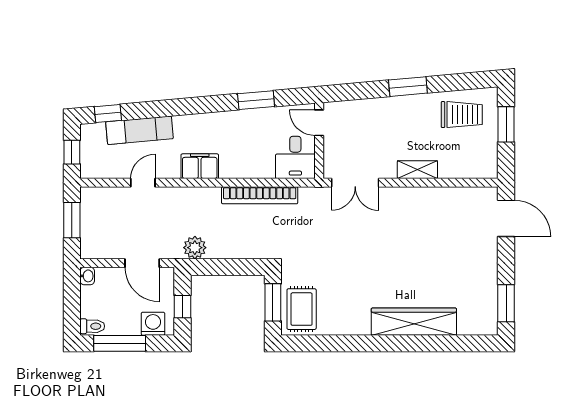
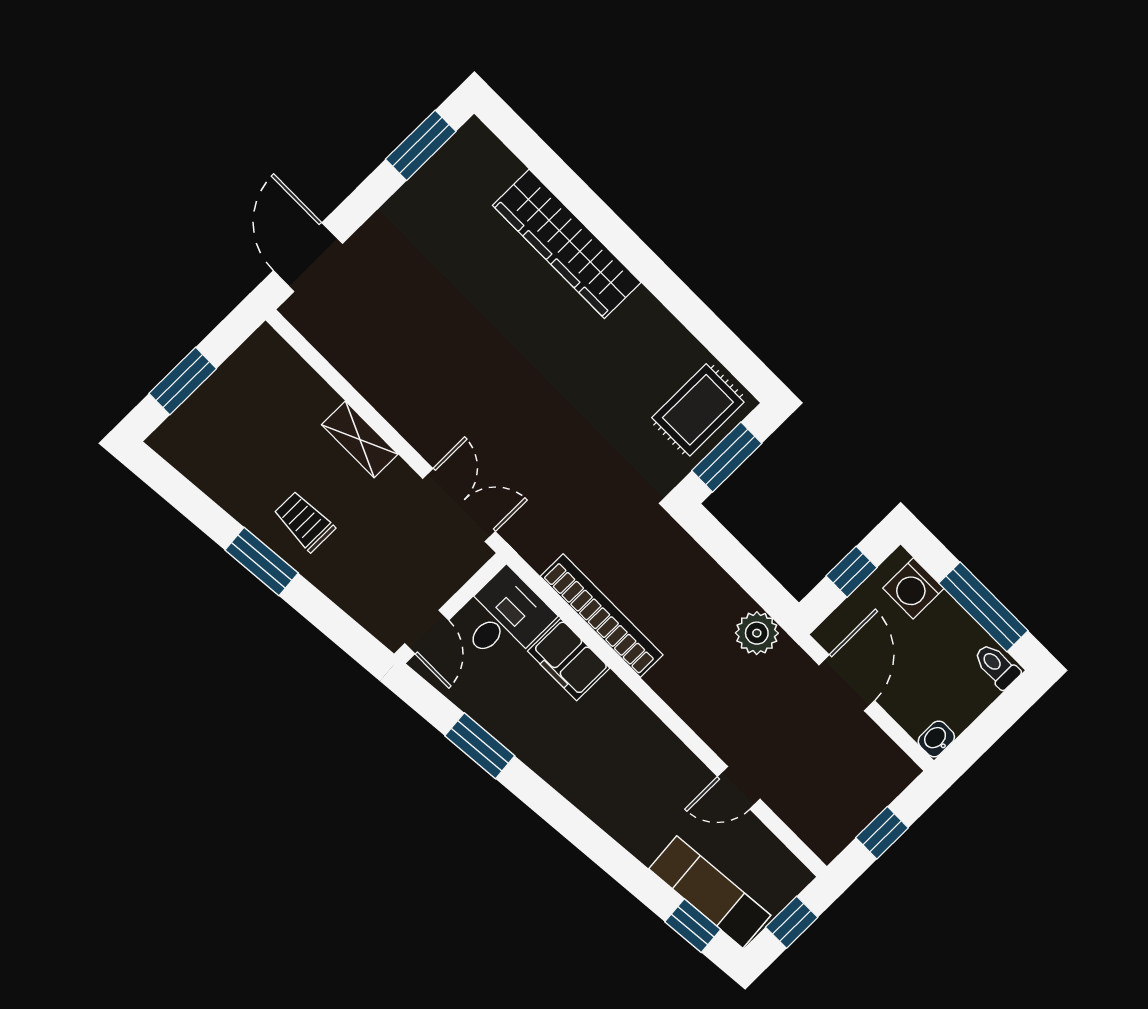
trolley: (462, 115) -> (304, 521), moved, width x0.73, depth x0.72
exam couch: (139, 130) -> (710, 892), moved
filing cabinet: (200, 166) -> (569, 660), moved
window: (72, 220) -> (882, 833), width x0.67

